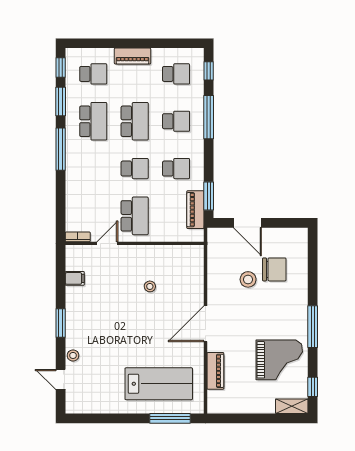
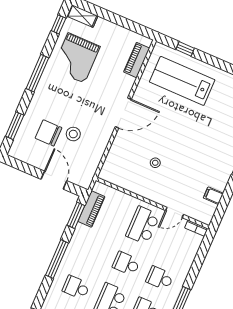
window: (209, 117) -> (57, 259), moved
school desk: (176, 169) -> (160, 278), moved
window: (313, 262) -> (15, 126), added
grand piano: (279, 360) -> (76, 58), turned -90
piano: (215, 371) -> (137, 60), moved
window: (170, 418) -> (185, 49), width x0.46

